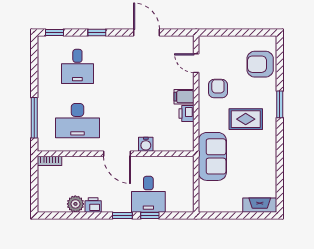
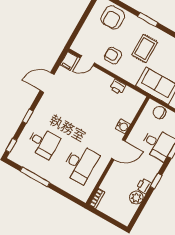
filing cabinet: (184, 97) -> (69, 61), moved
window: (34, 118) -> (35, 177), moved
chair: (184, 176) -> (160, 112), added
window: (122, 215) -> (156, 181), moved

